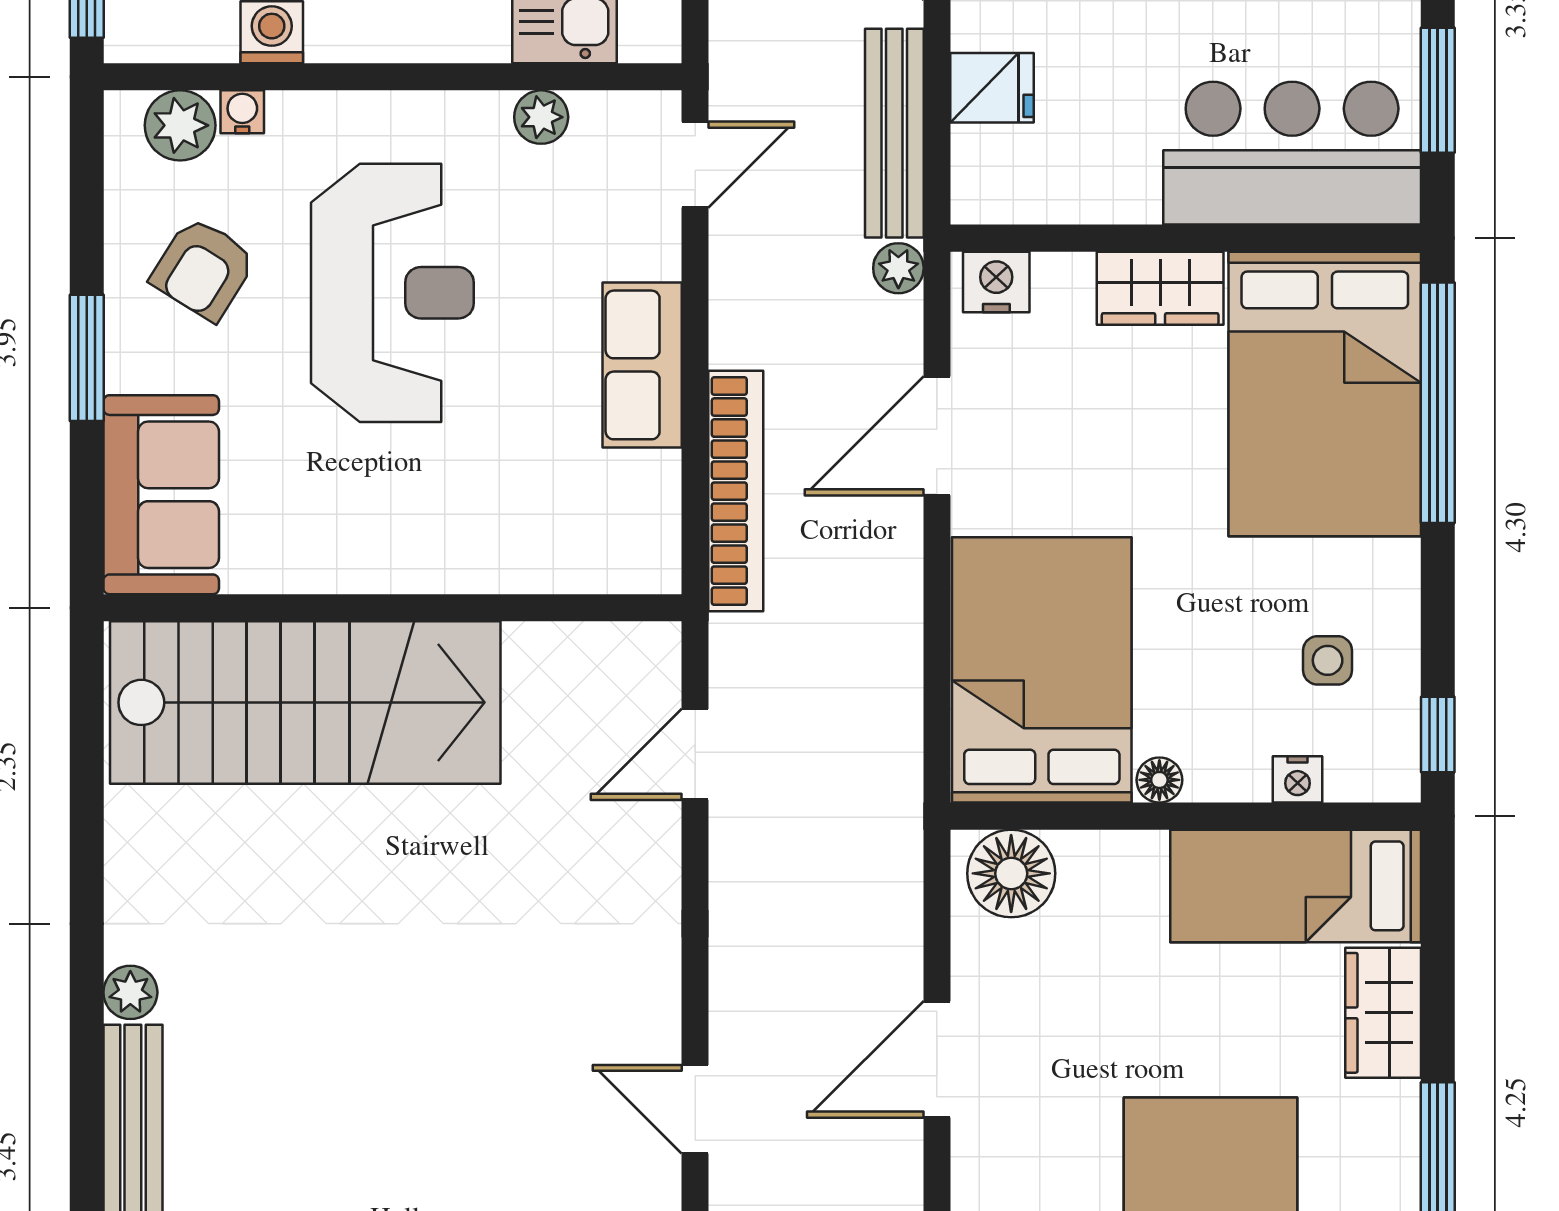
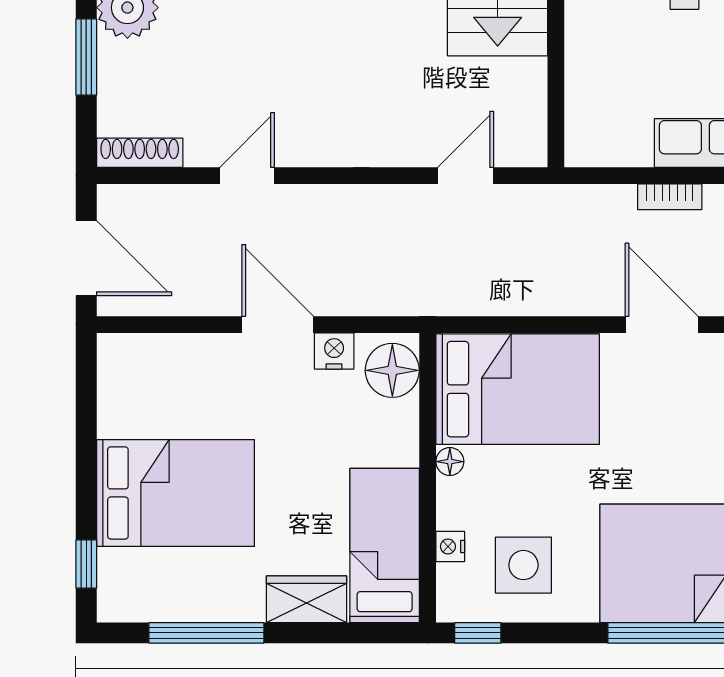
bookcase: (736, 491) -> (670, 197), width x0.43, depth x0.76
side table: (1328, 660) -> (523, 565), width x1.87, depth x1.87
door: (695, 754) -> (466, 176), hinge flipped
nightstand: (980, 968) -> (334, 351), added

